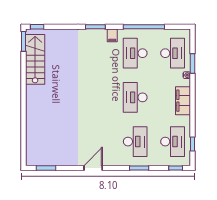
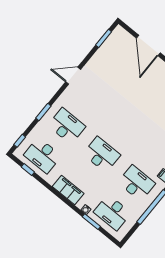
door: (24, 130) -> (148, 45), added
desk: (135, 142) -> (67, 126), turned 180
door: (93, 168) -> (73, 76), swing flipped

